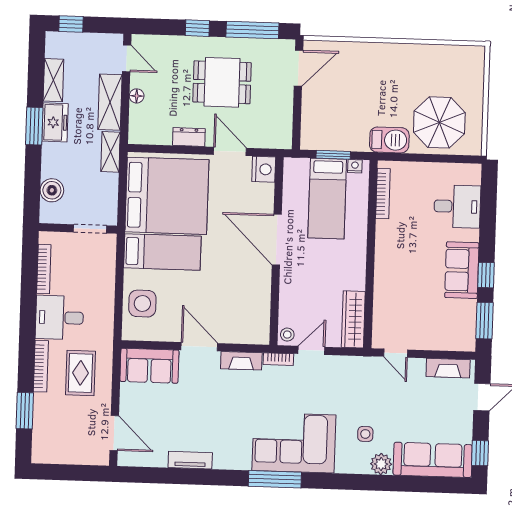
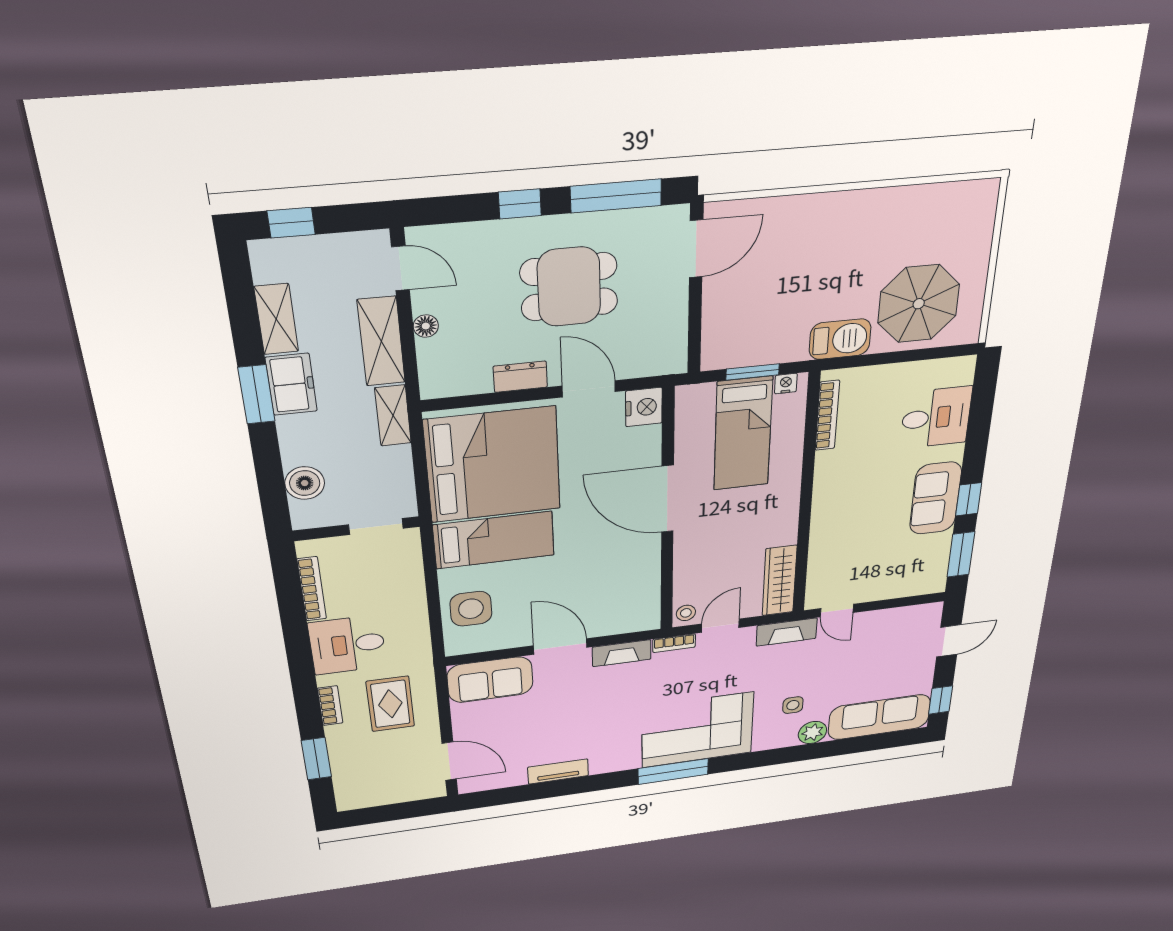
bookcase: (41, 366) -> (330, 706), width x0.64
fireplace: (448, 368) -> (787, 632), moved

